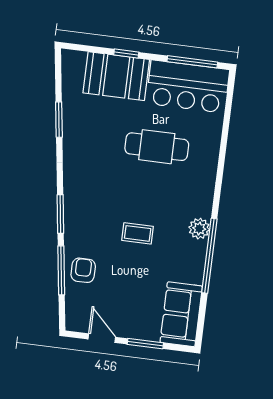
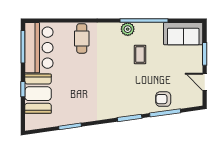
cafe table: (157, 147) -> (82, 38), moved, width x0.73, depth x0.74
coffee table: (138, 233) -> (140, 55), moved
door: (102, 338) -> (205, 82), hinge flipped

